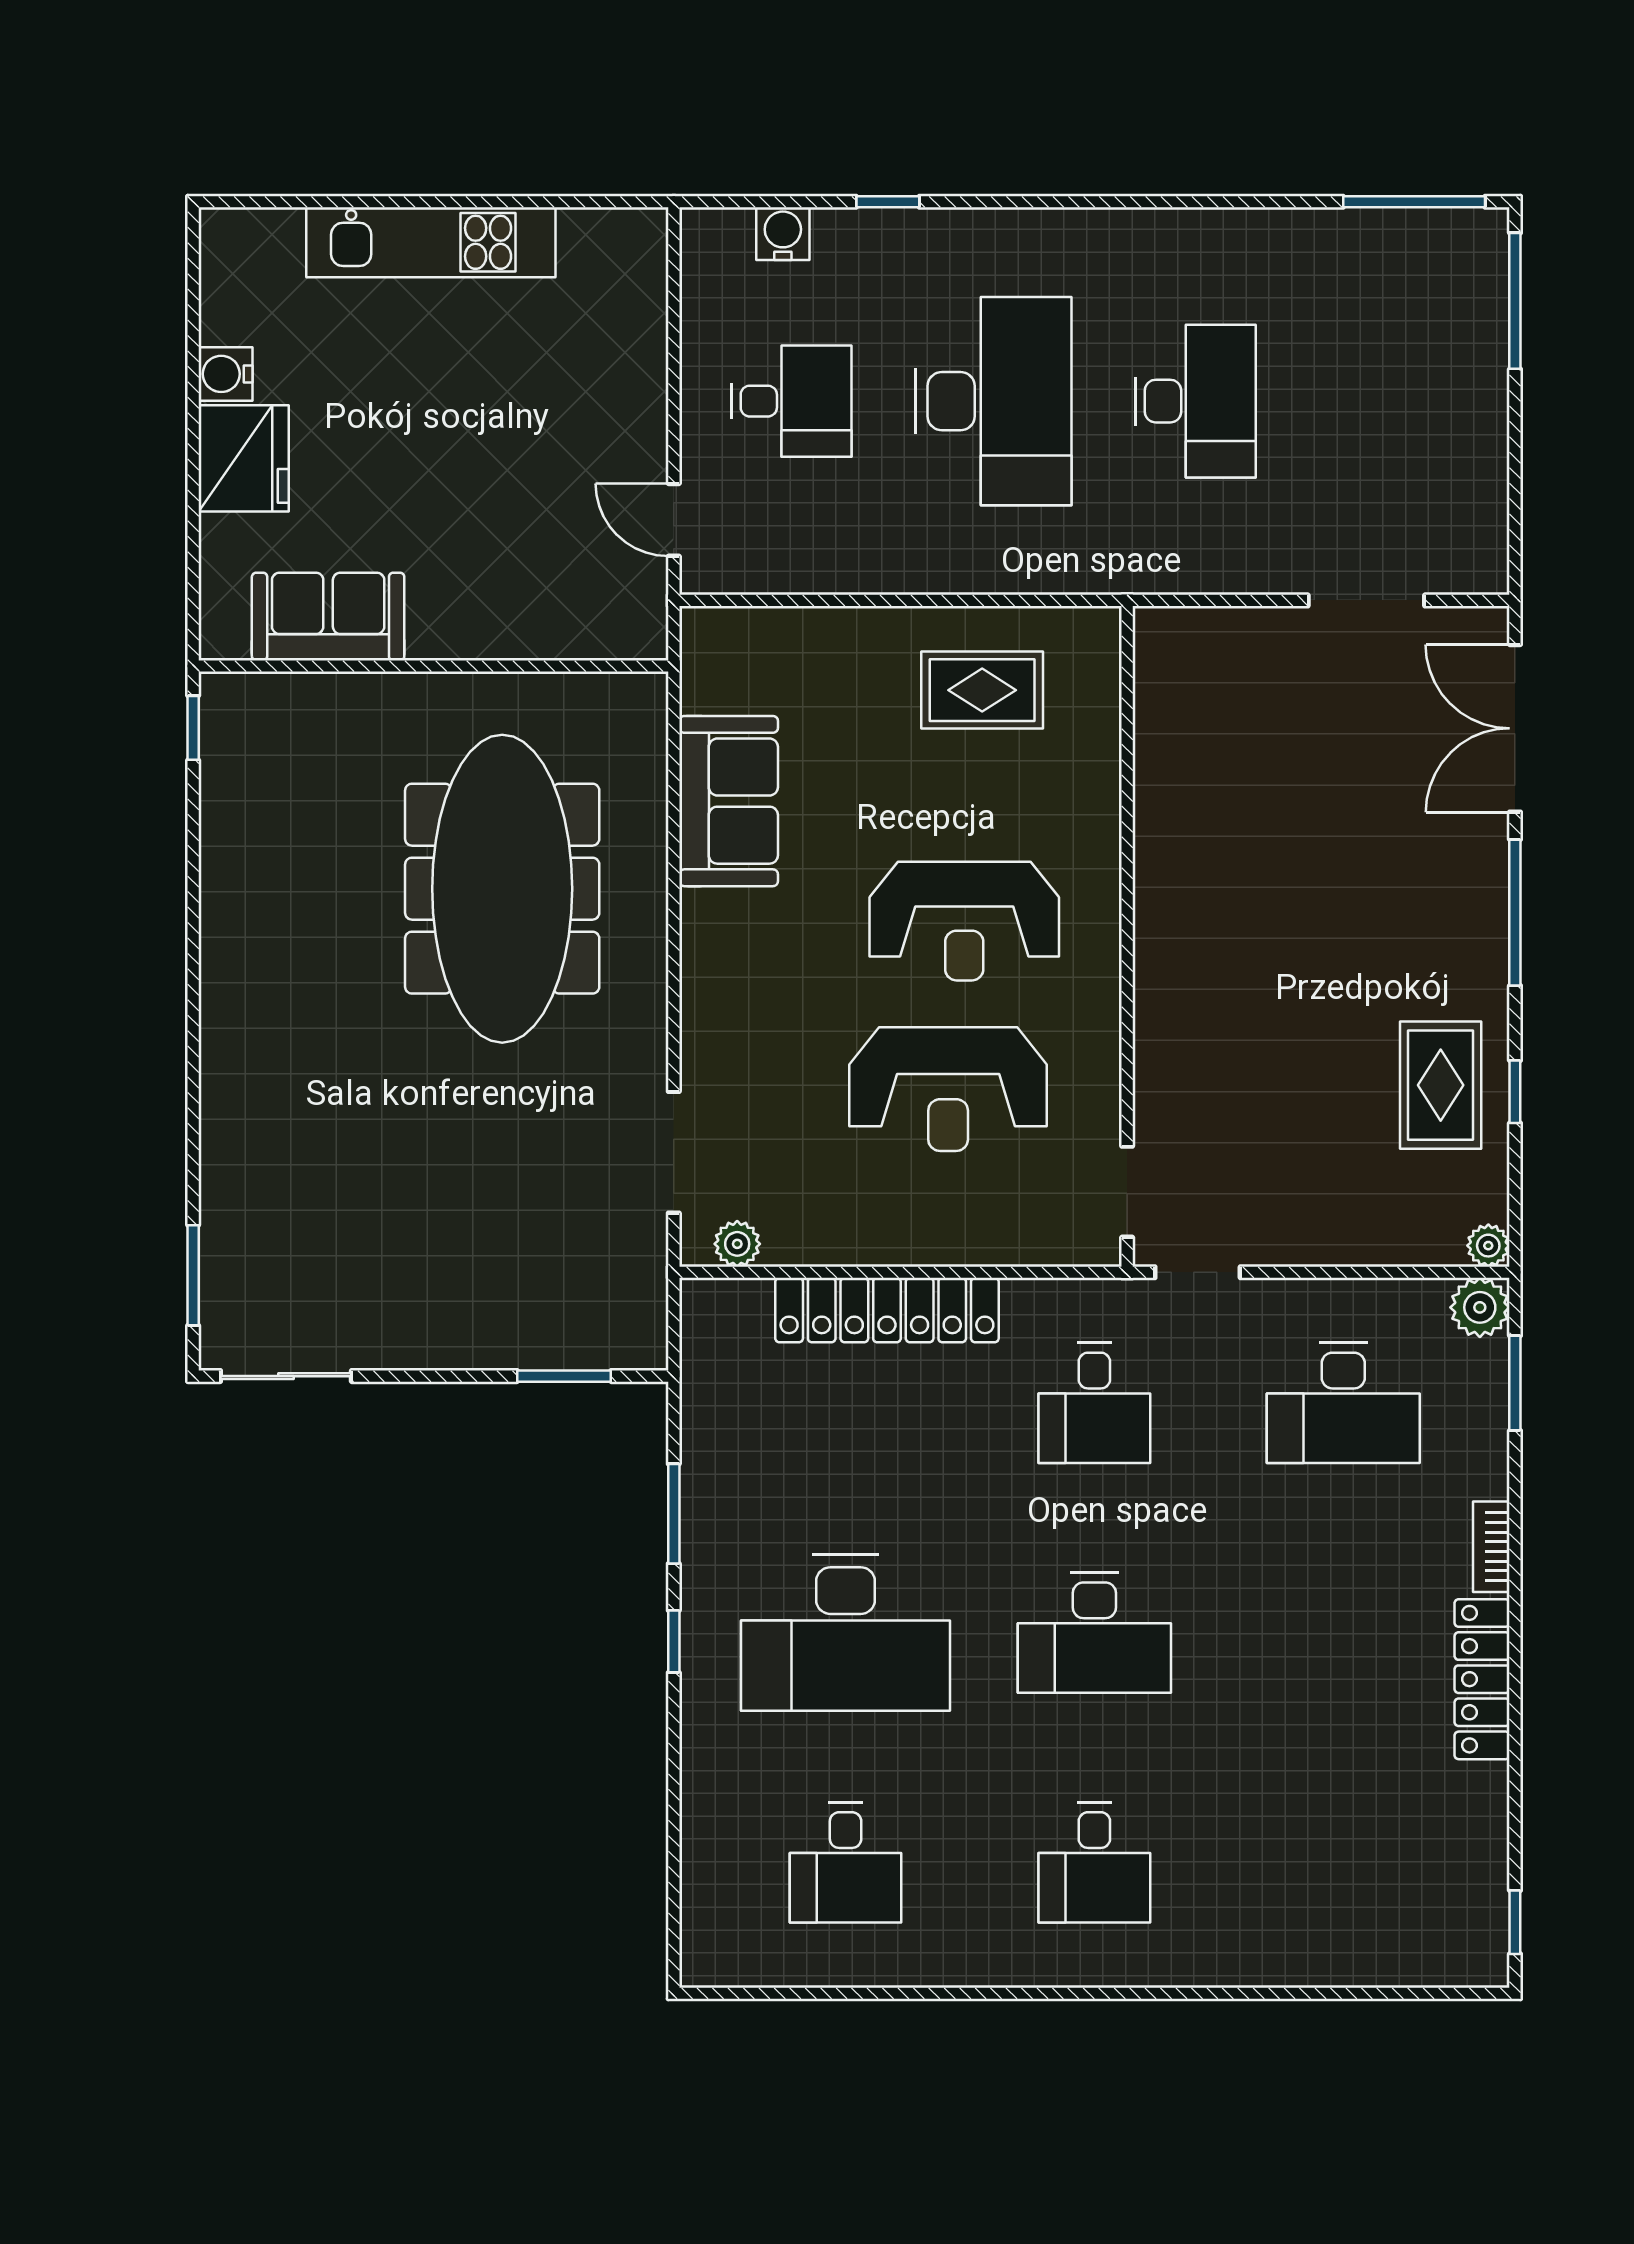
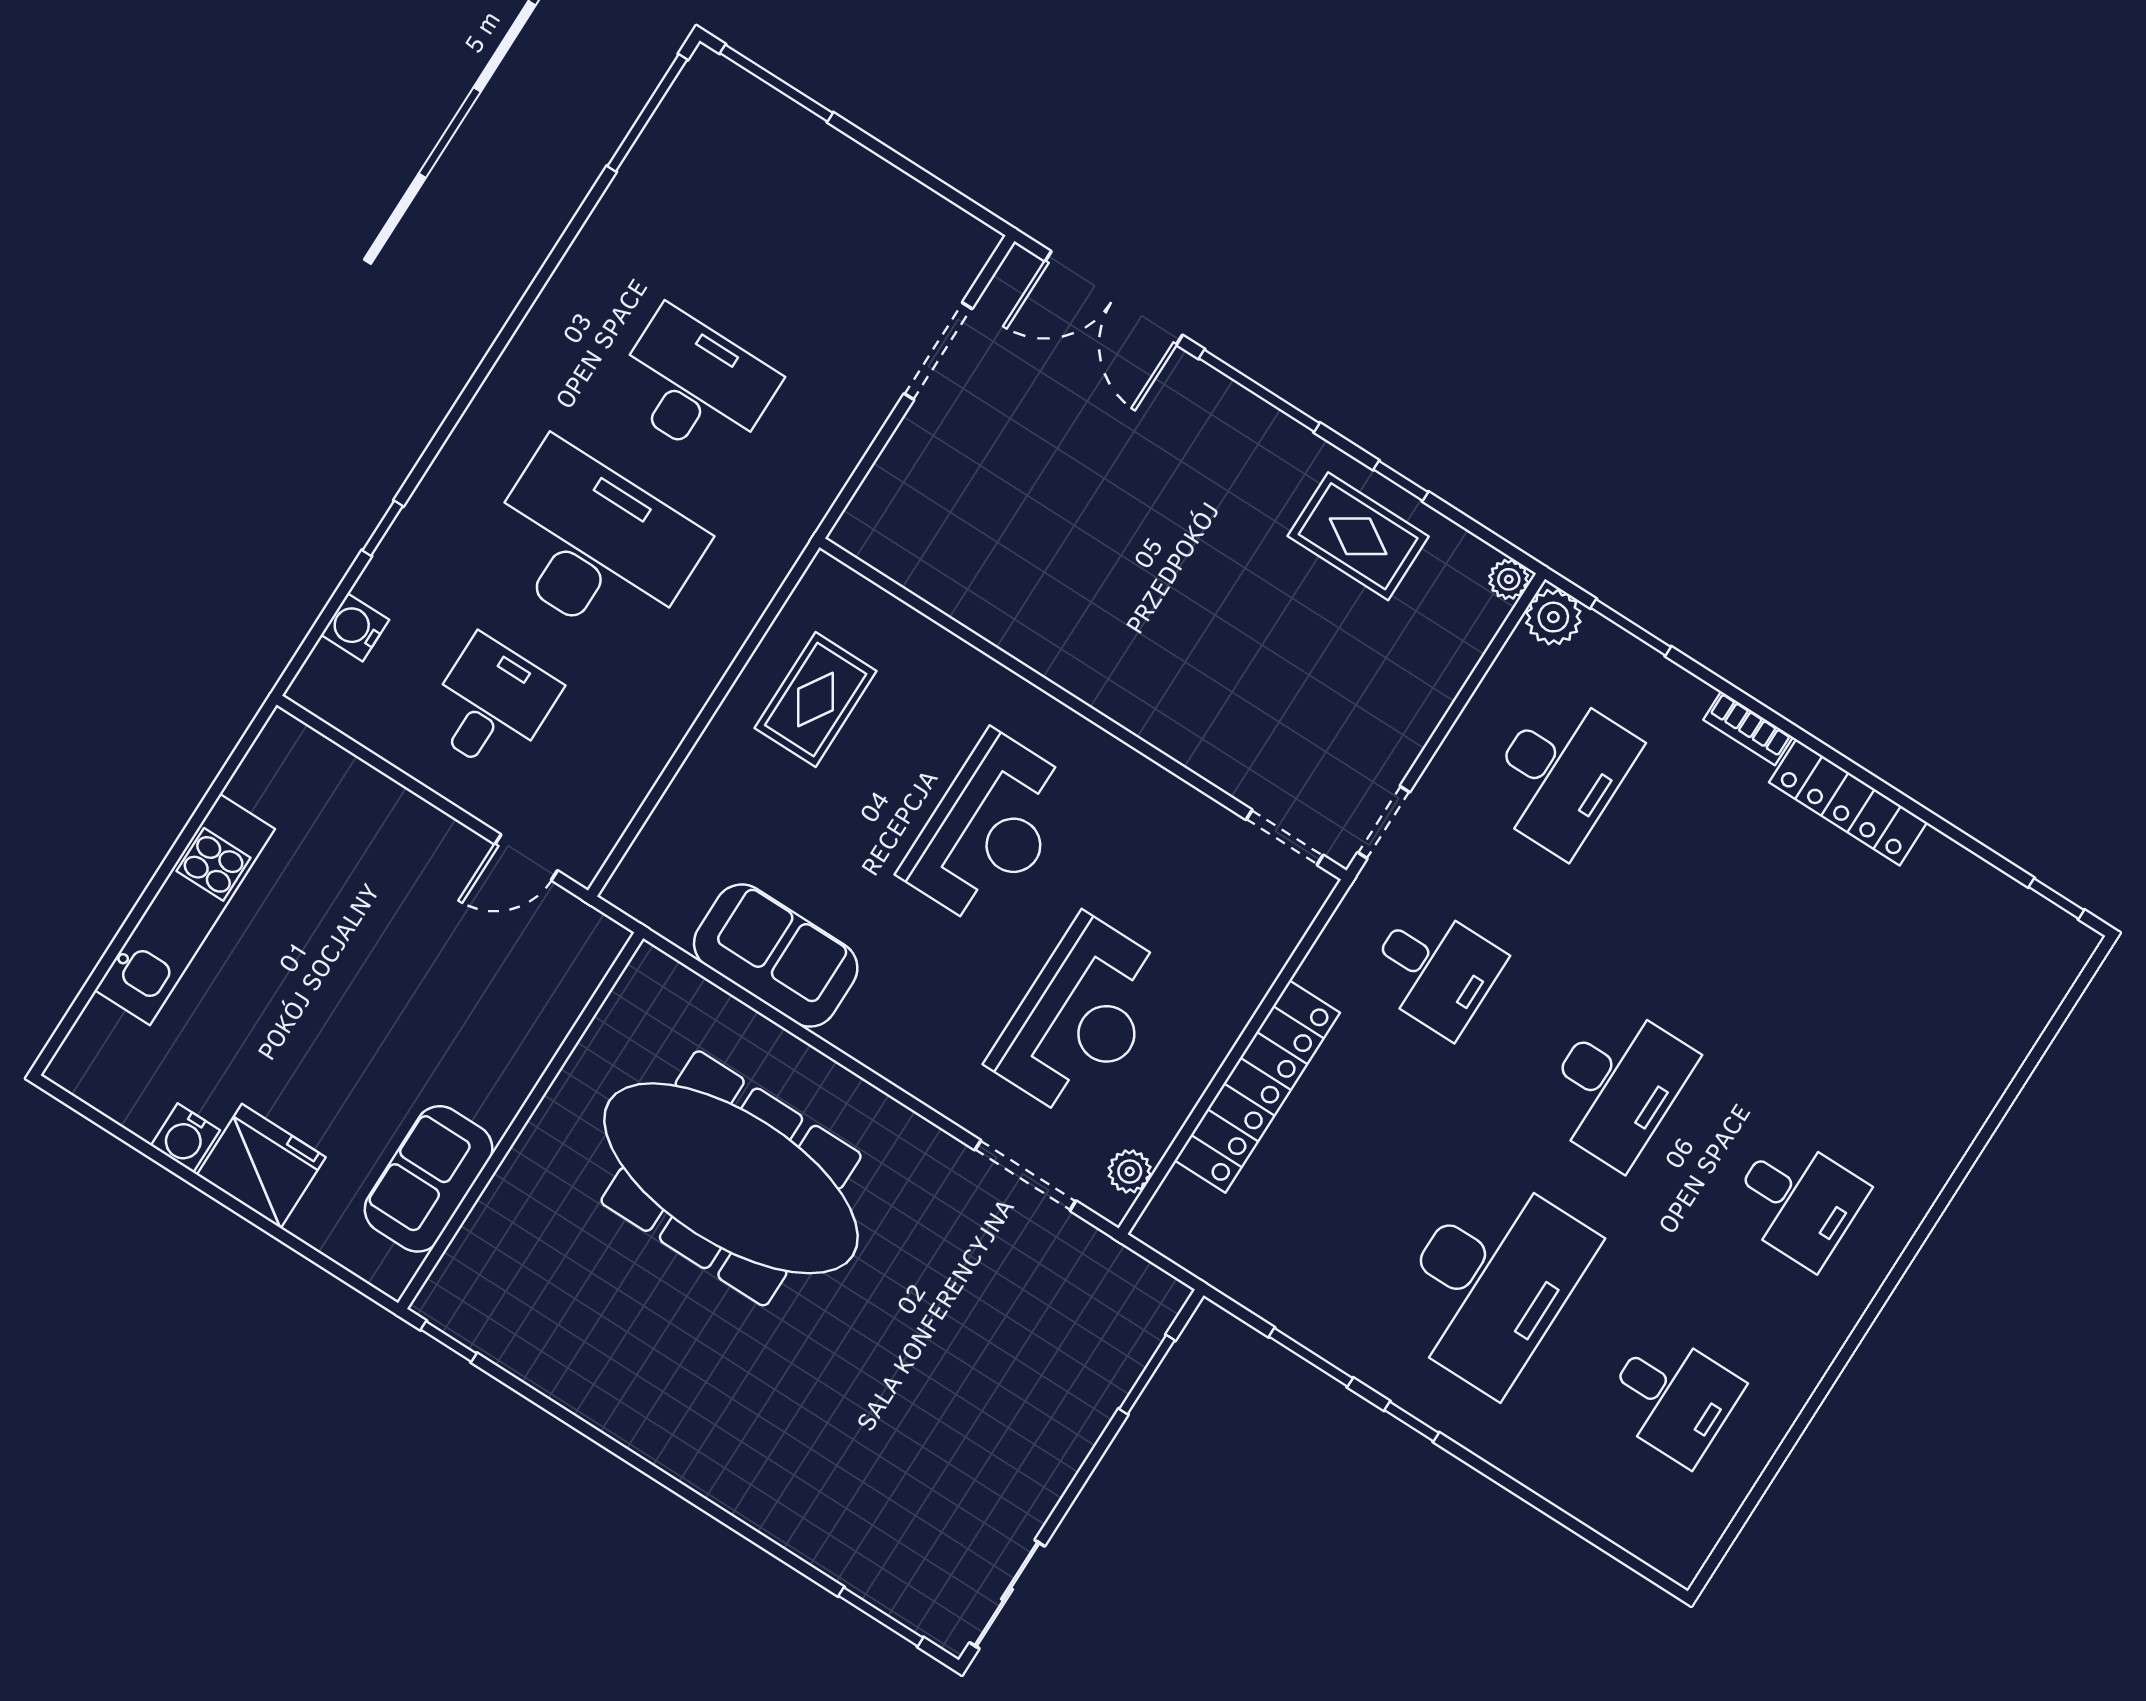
reception desk: (948, 1089) -> (1081, 1018), moved

